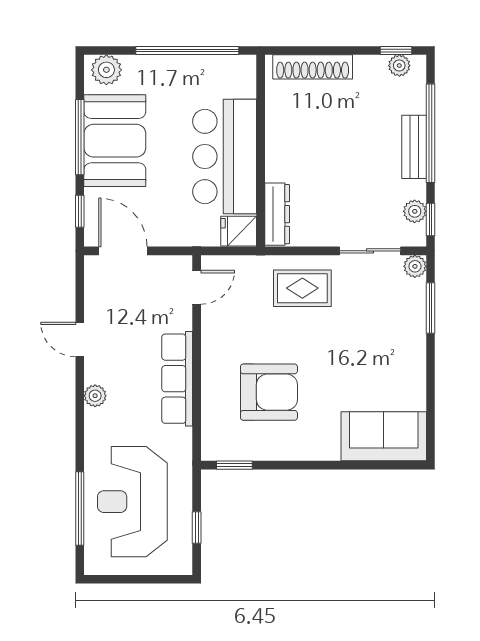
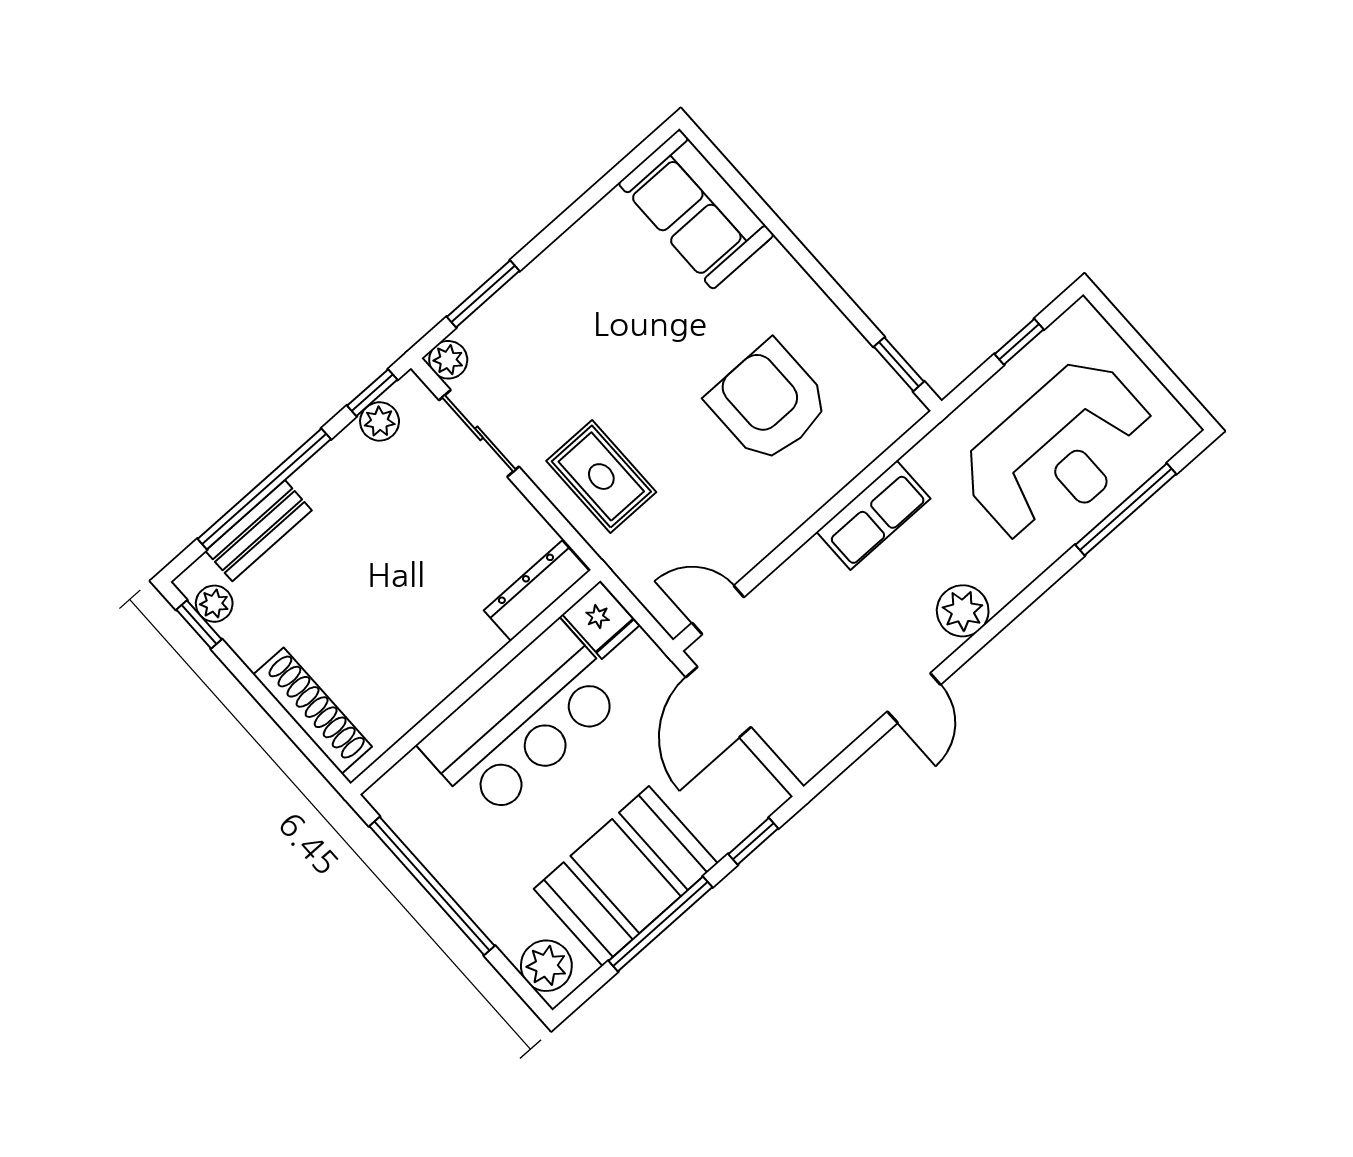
bench: (414, 147) -> (259, 531), moved
door: (123, 251) -> (718, 702), moved
row of seats: (177, 379) -> (874, 515), width x0.68
plant: (95, 396) -> (963, 611), width x1.38, depth x1.38

